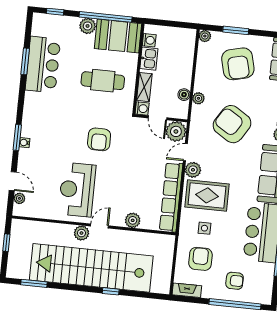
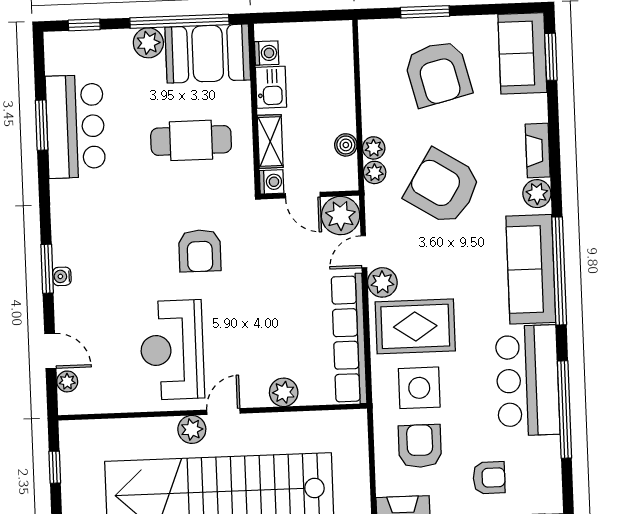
plant: (205, 36) -> (375, 172), moved
side table: (204, 228) -> (419, 388), width x1.87, depth x1.87

